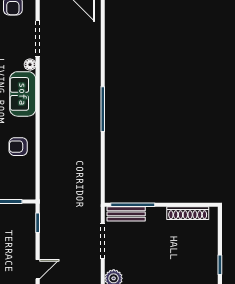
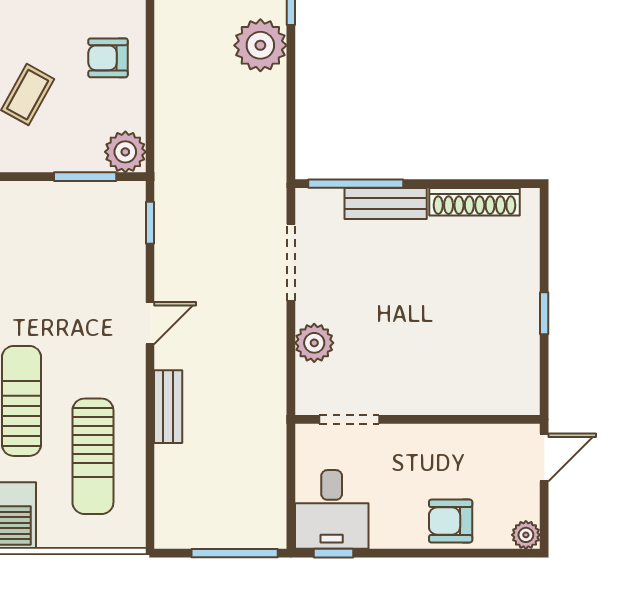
plant: (89, 141) -> (260, 45), added
plant: (26, 190) -> (125, 152), added
bench: (126, 214) -> (386, 204), moved

